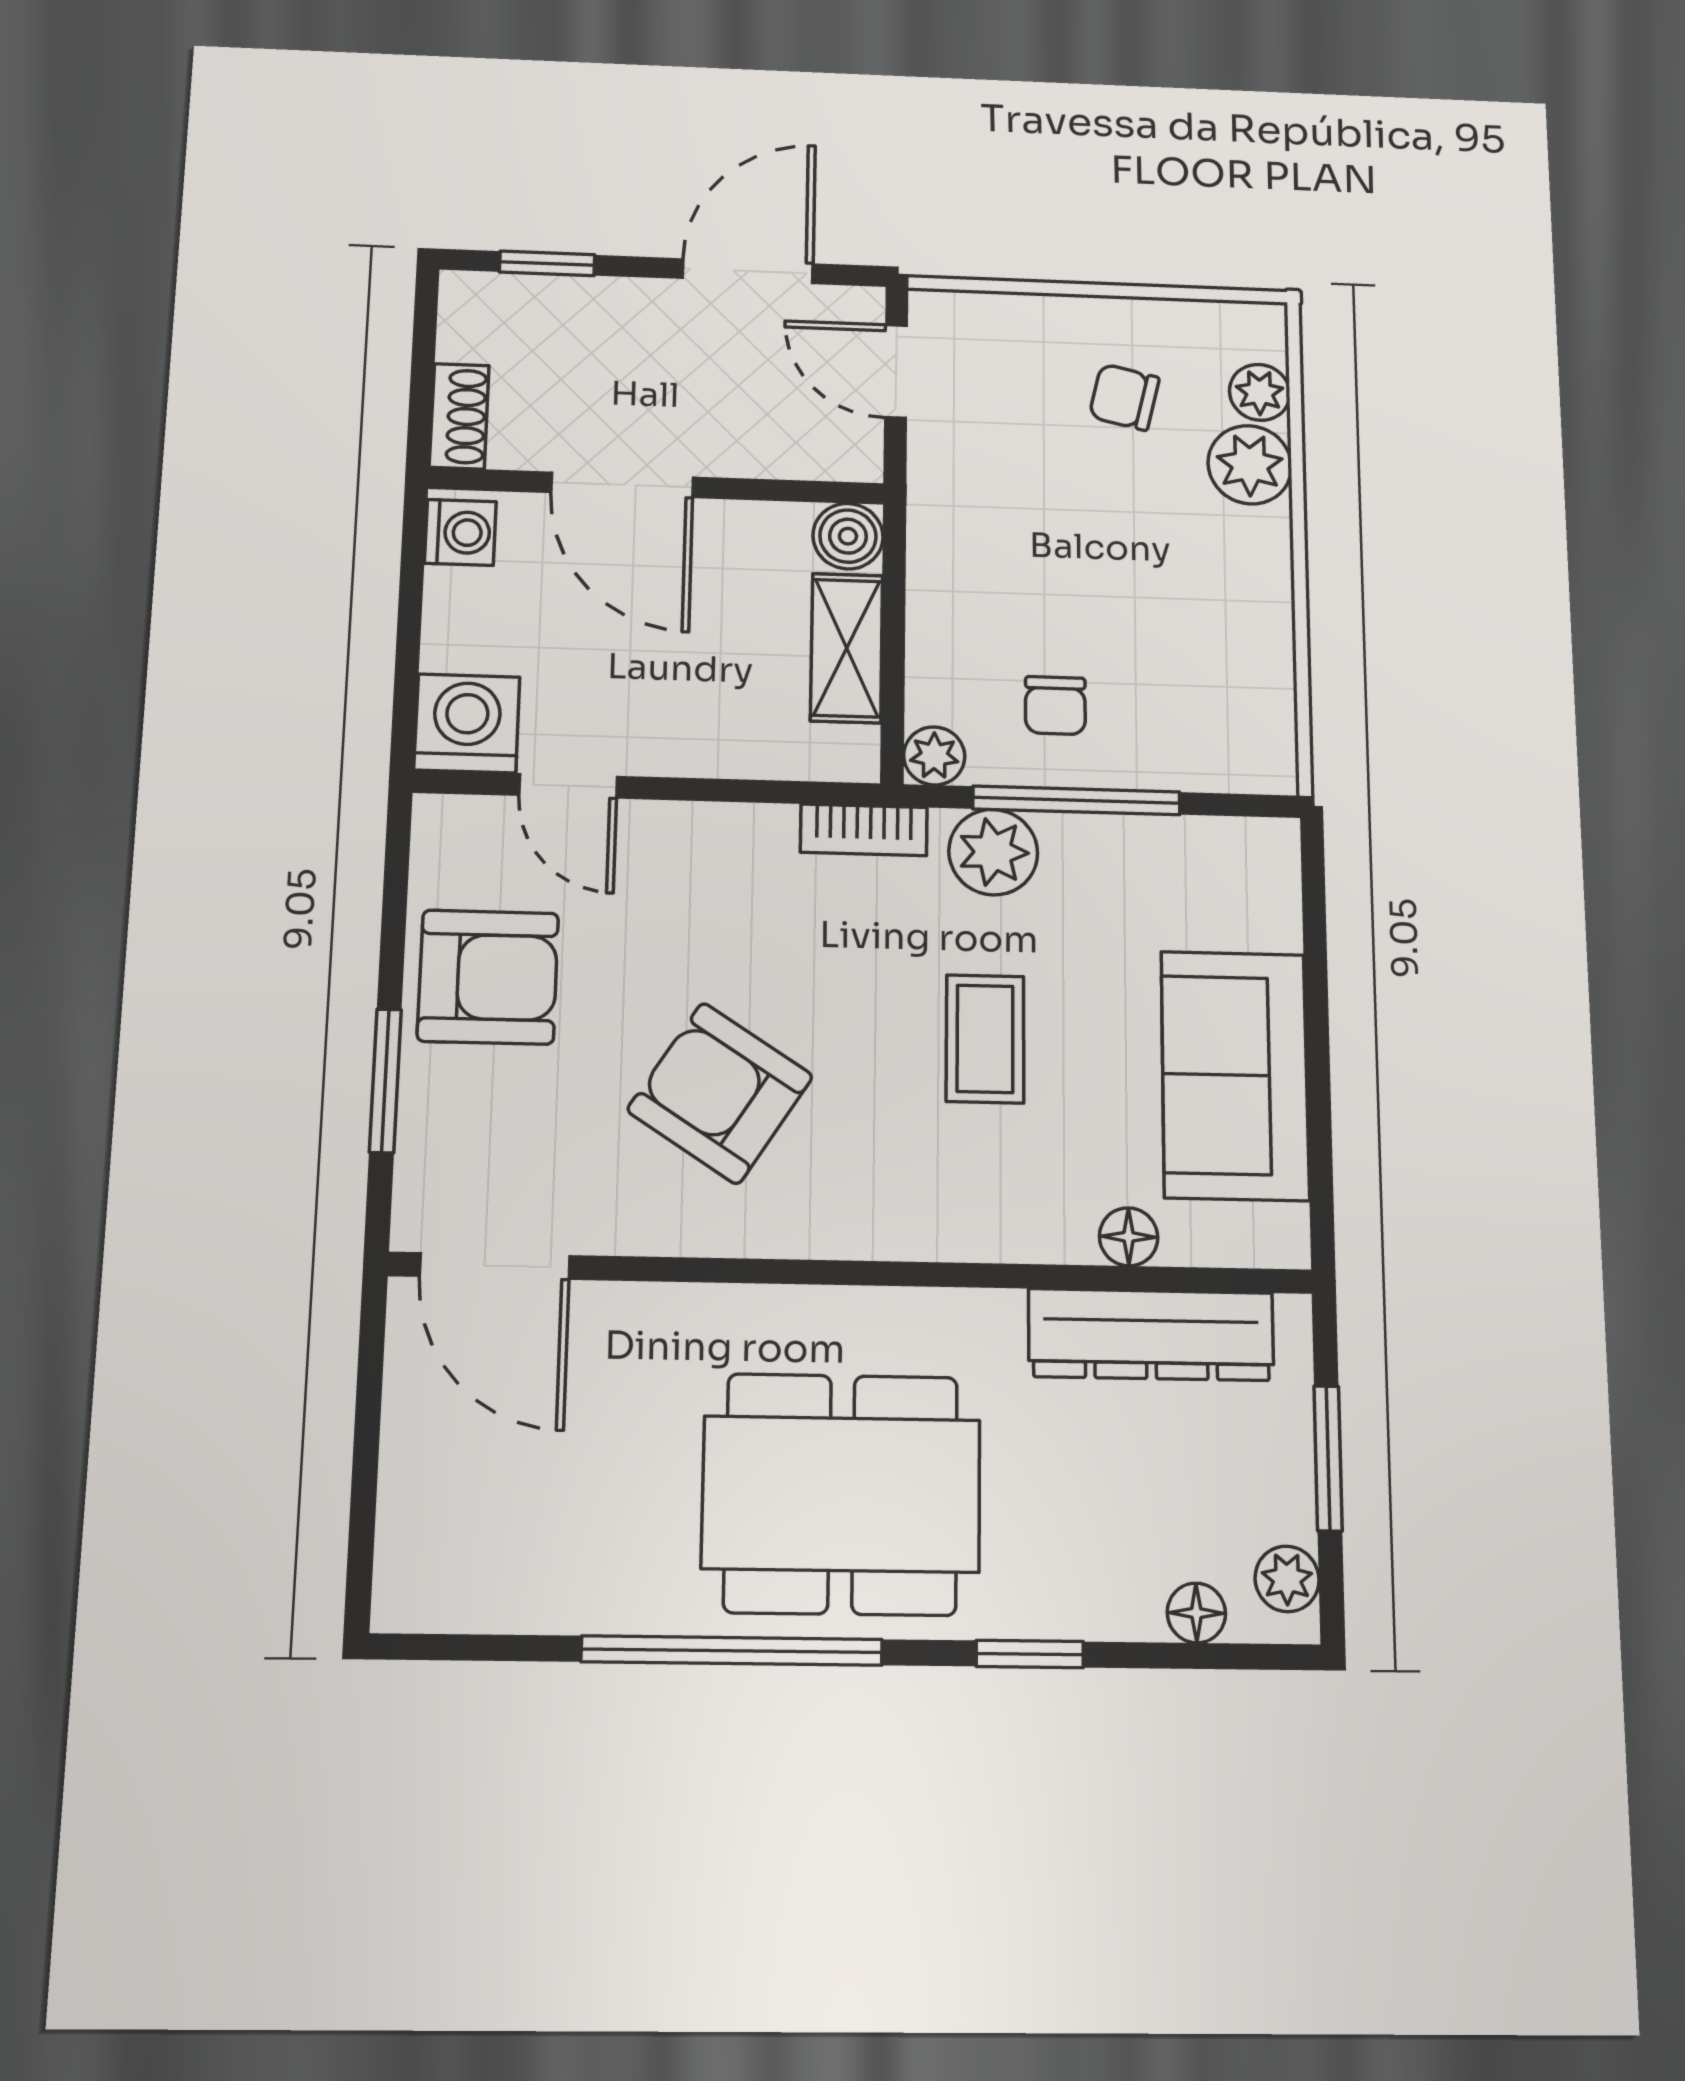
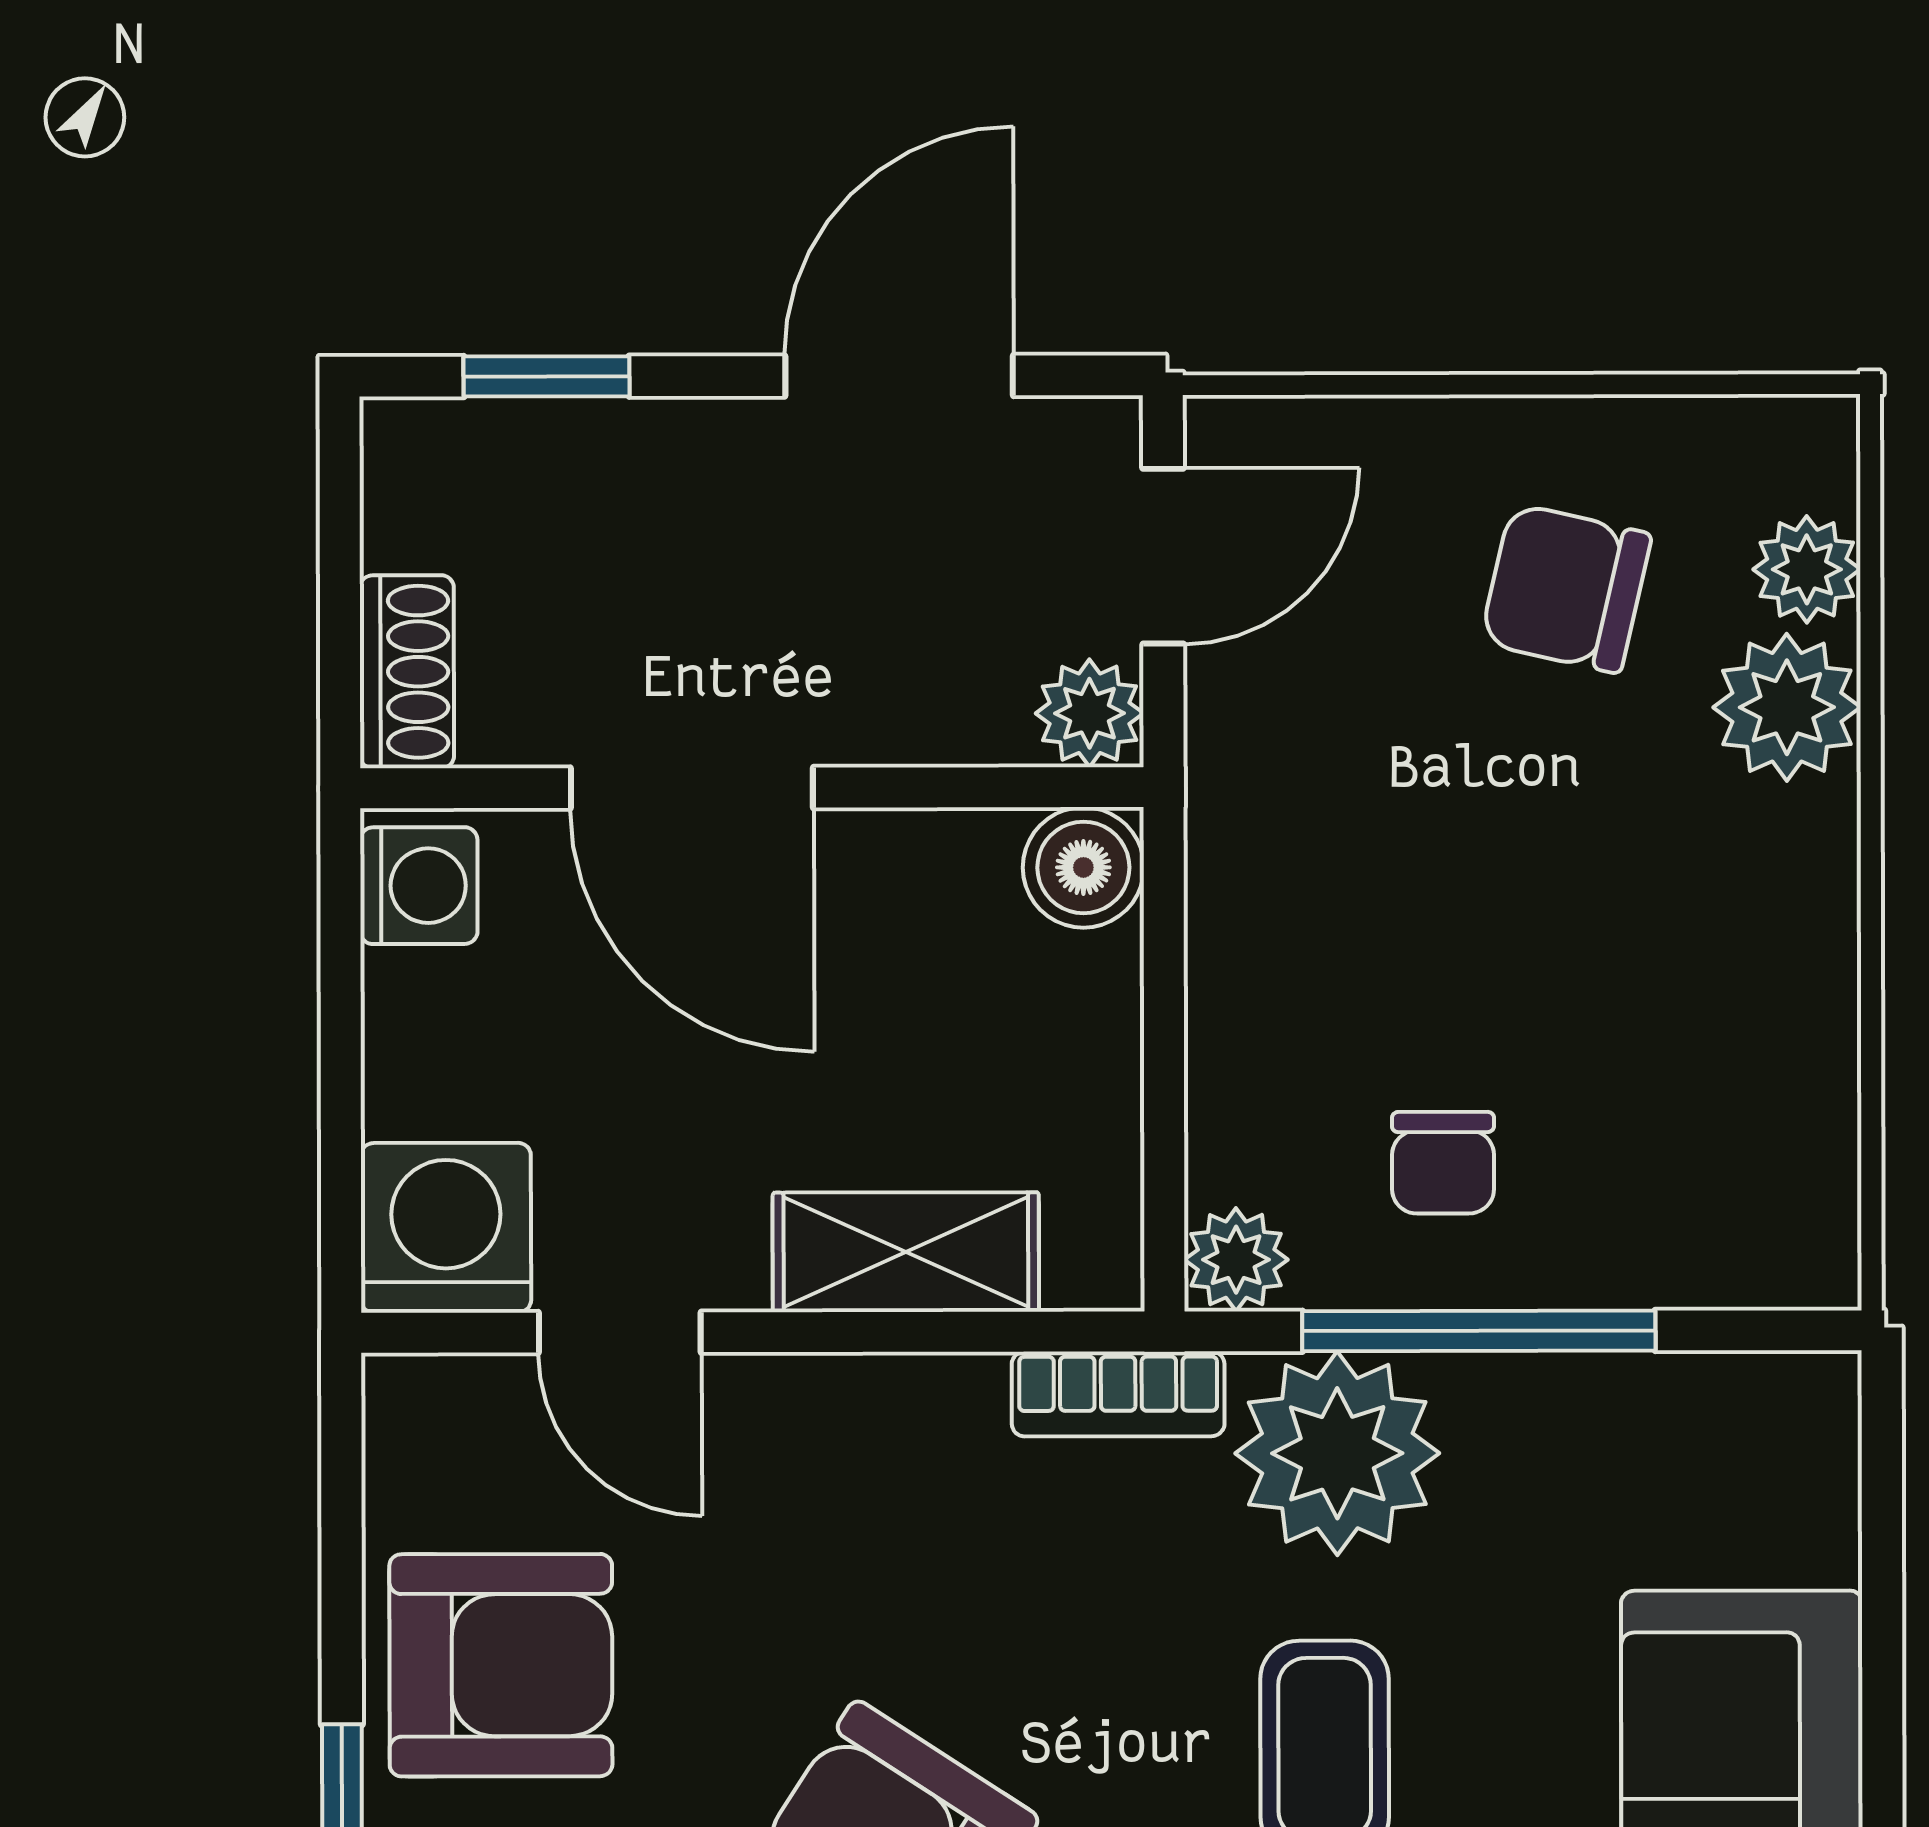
door: (896, 371) -> (1163, 556), swing flipped
chair: (1124, 397) -> (1566, 588), width x1.37, depth x1.37
plant: (853, 453) -> (1090, 713), added
shelving: (847, 648) -> (906, 1252), moved, turned 90
plant: (993, 852) -> (1337, 1453), width x1.36, depth x1.36

